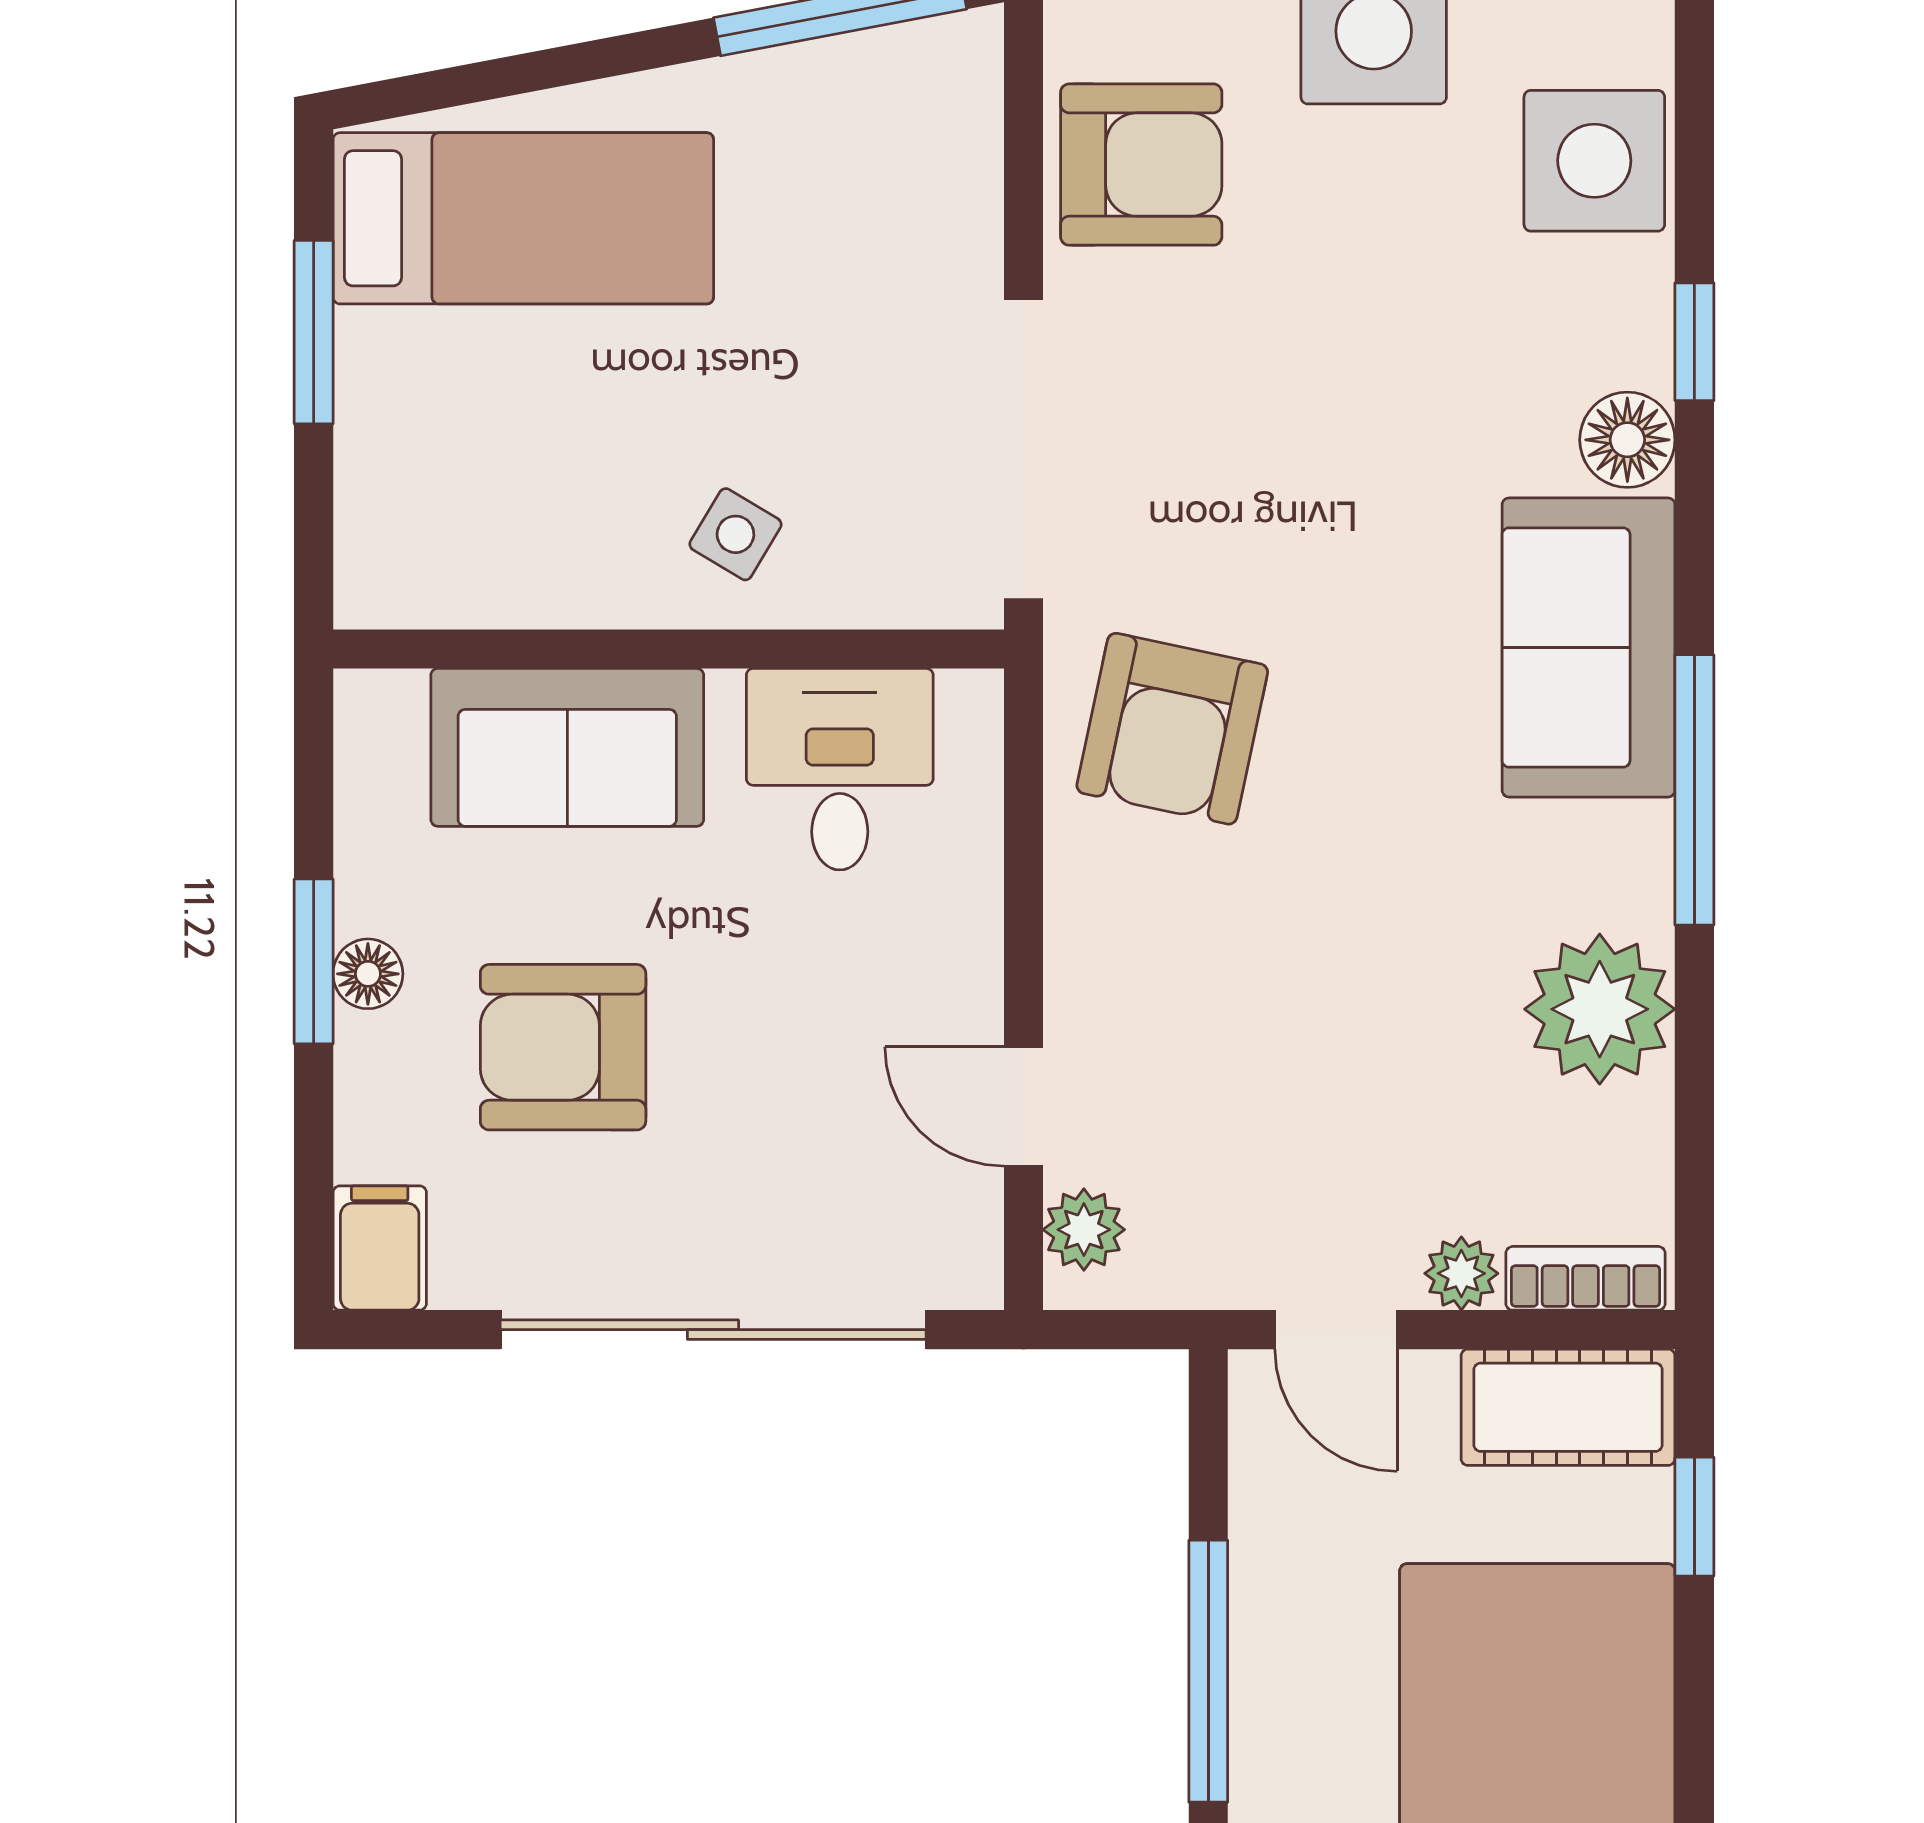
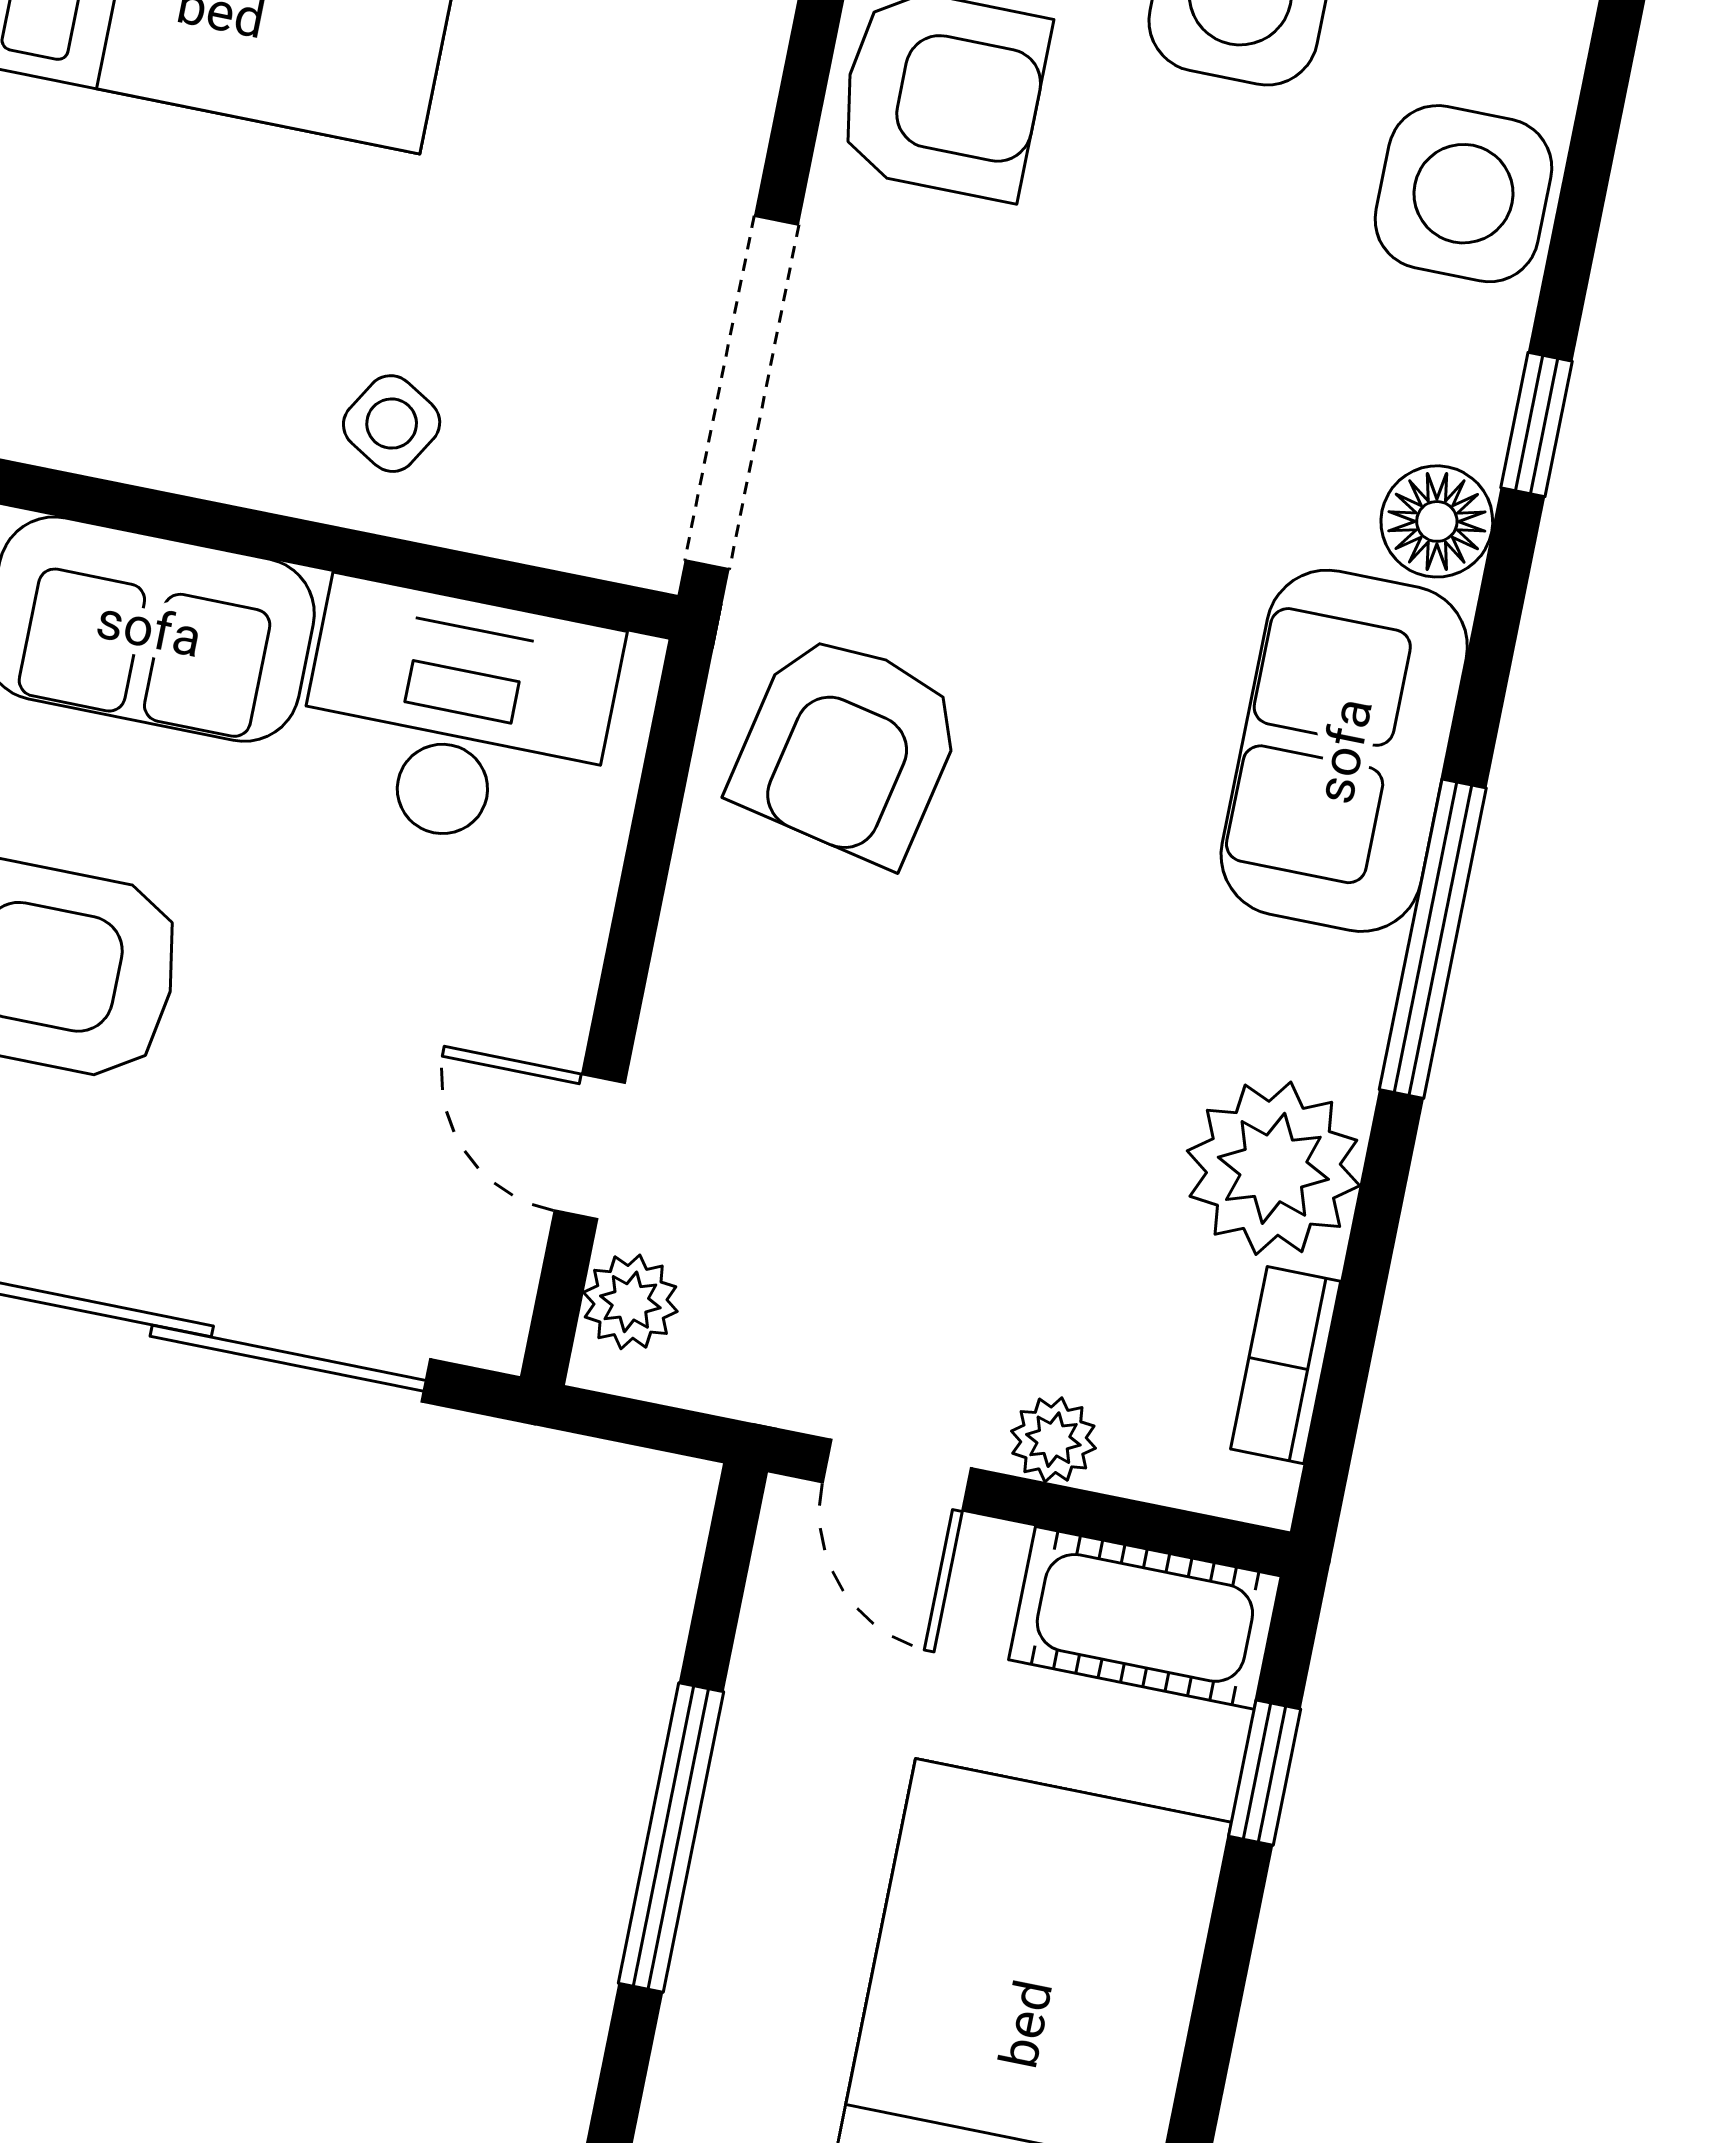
desk: (840, 769) -> (457, 717), width x1.37
bookcase: (1586, 1278) -> (1286, 1365), moved, turned -90

